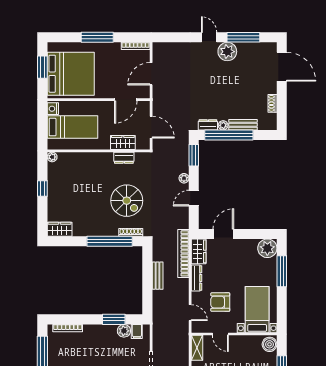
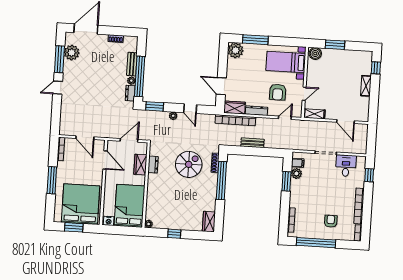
plant: (227, 52) -> (72, 53), moved
bed: (72, 127) -> (130, 206), width x1.50

